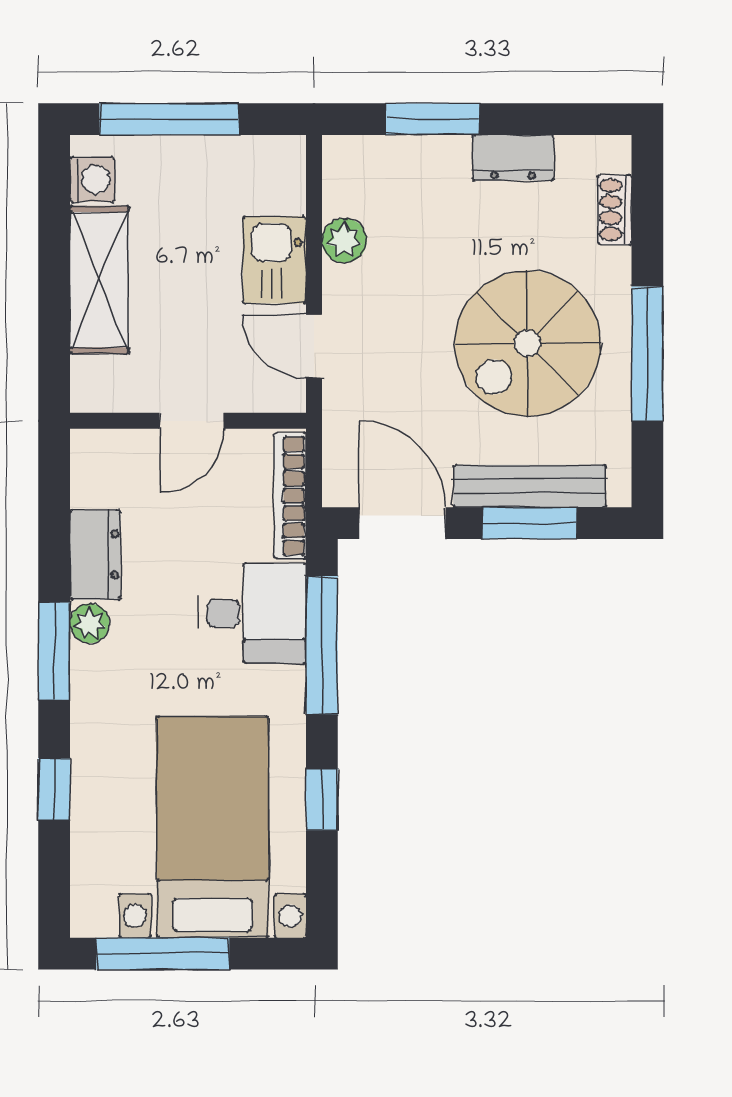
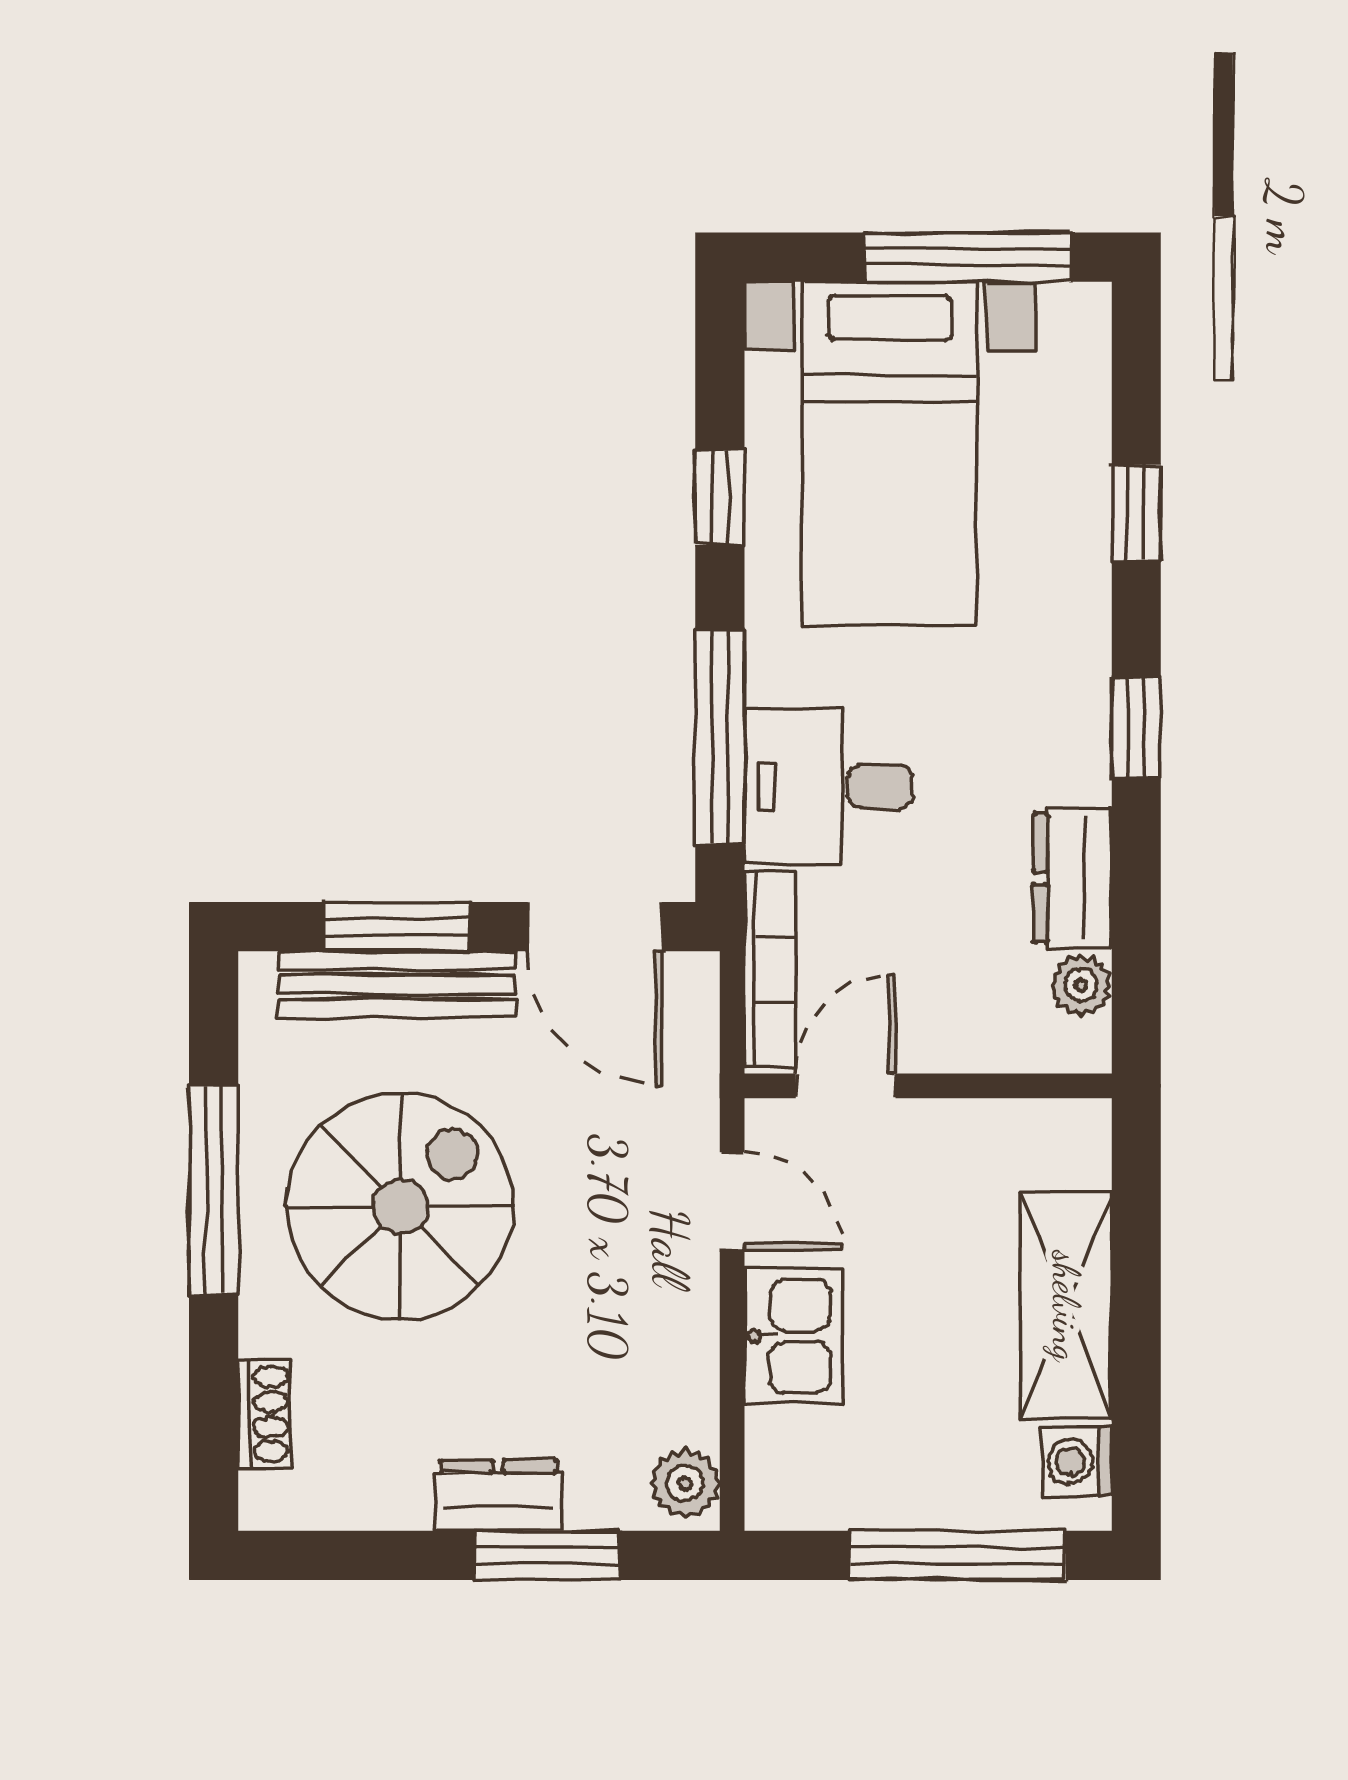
dresser: (513, 158) -> (498, 1495), moved
plant: (344, 240) -> (685, 1483), moved
door: (192, 421) -> (846, 1086), moved
plant: (90, 623) -> (1081, 985), moved
window: (54, 651) -> (1136, 728), width x0.67

